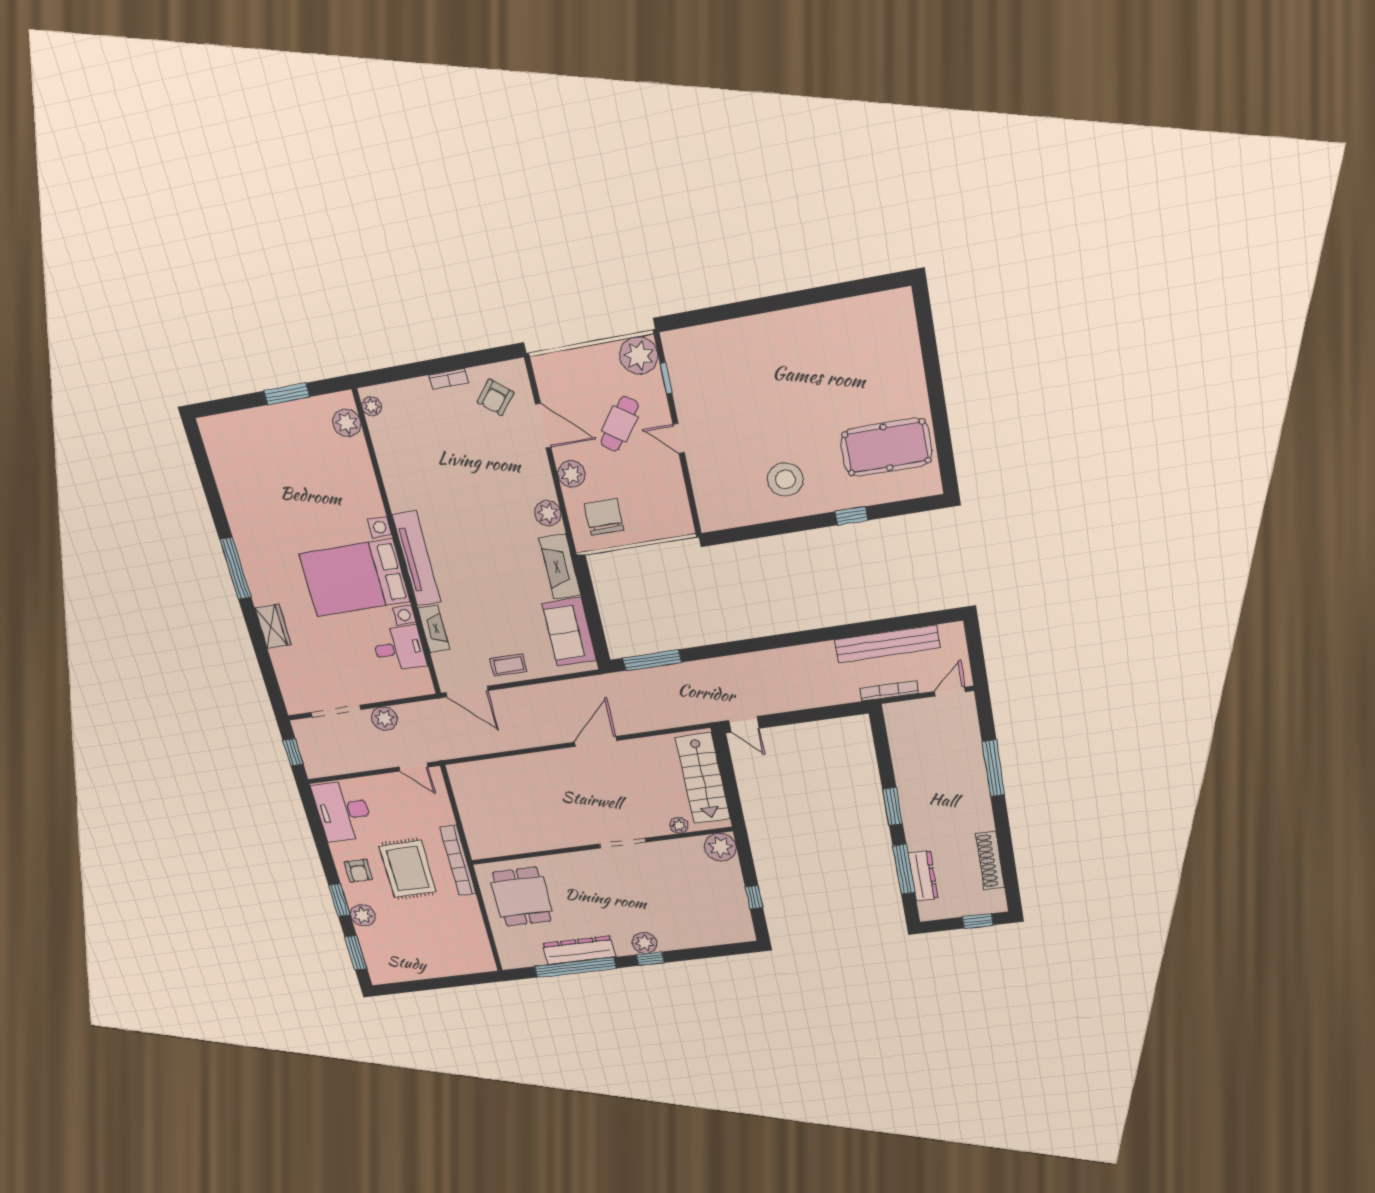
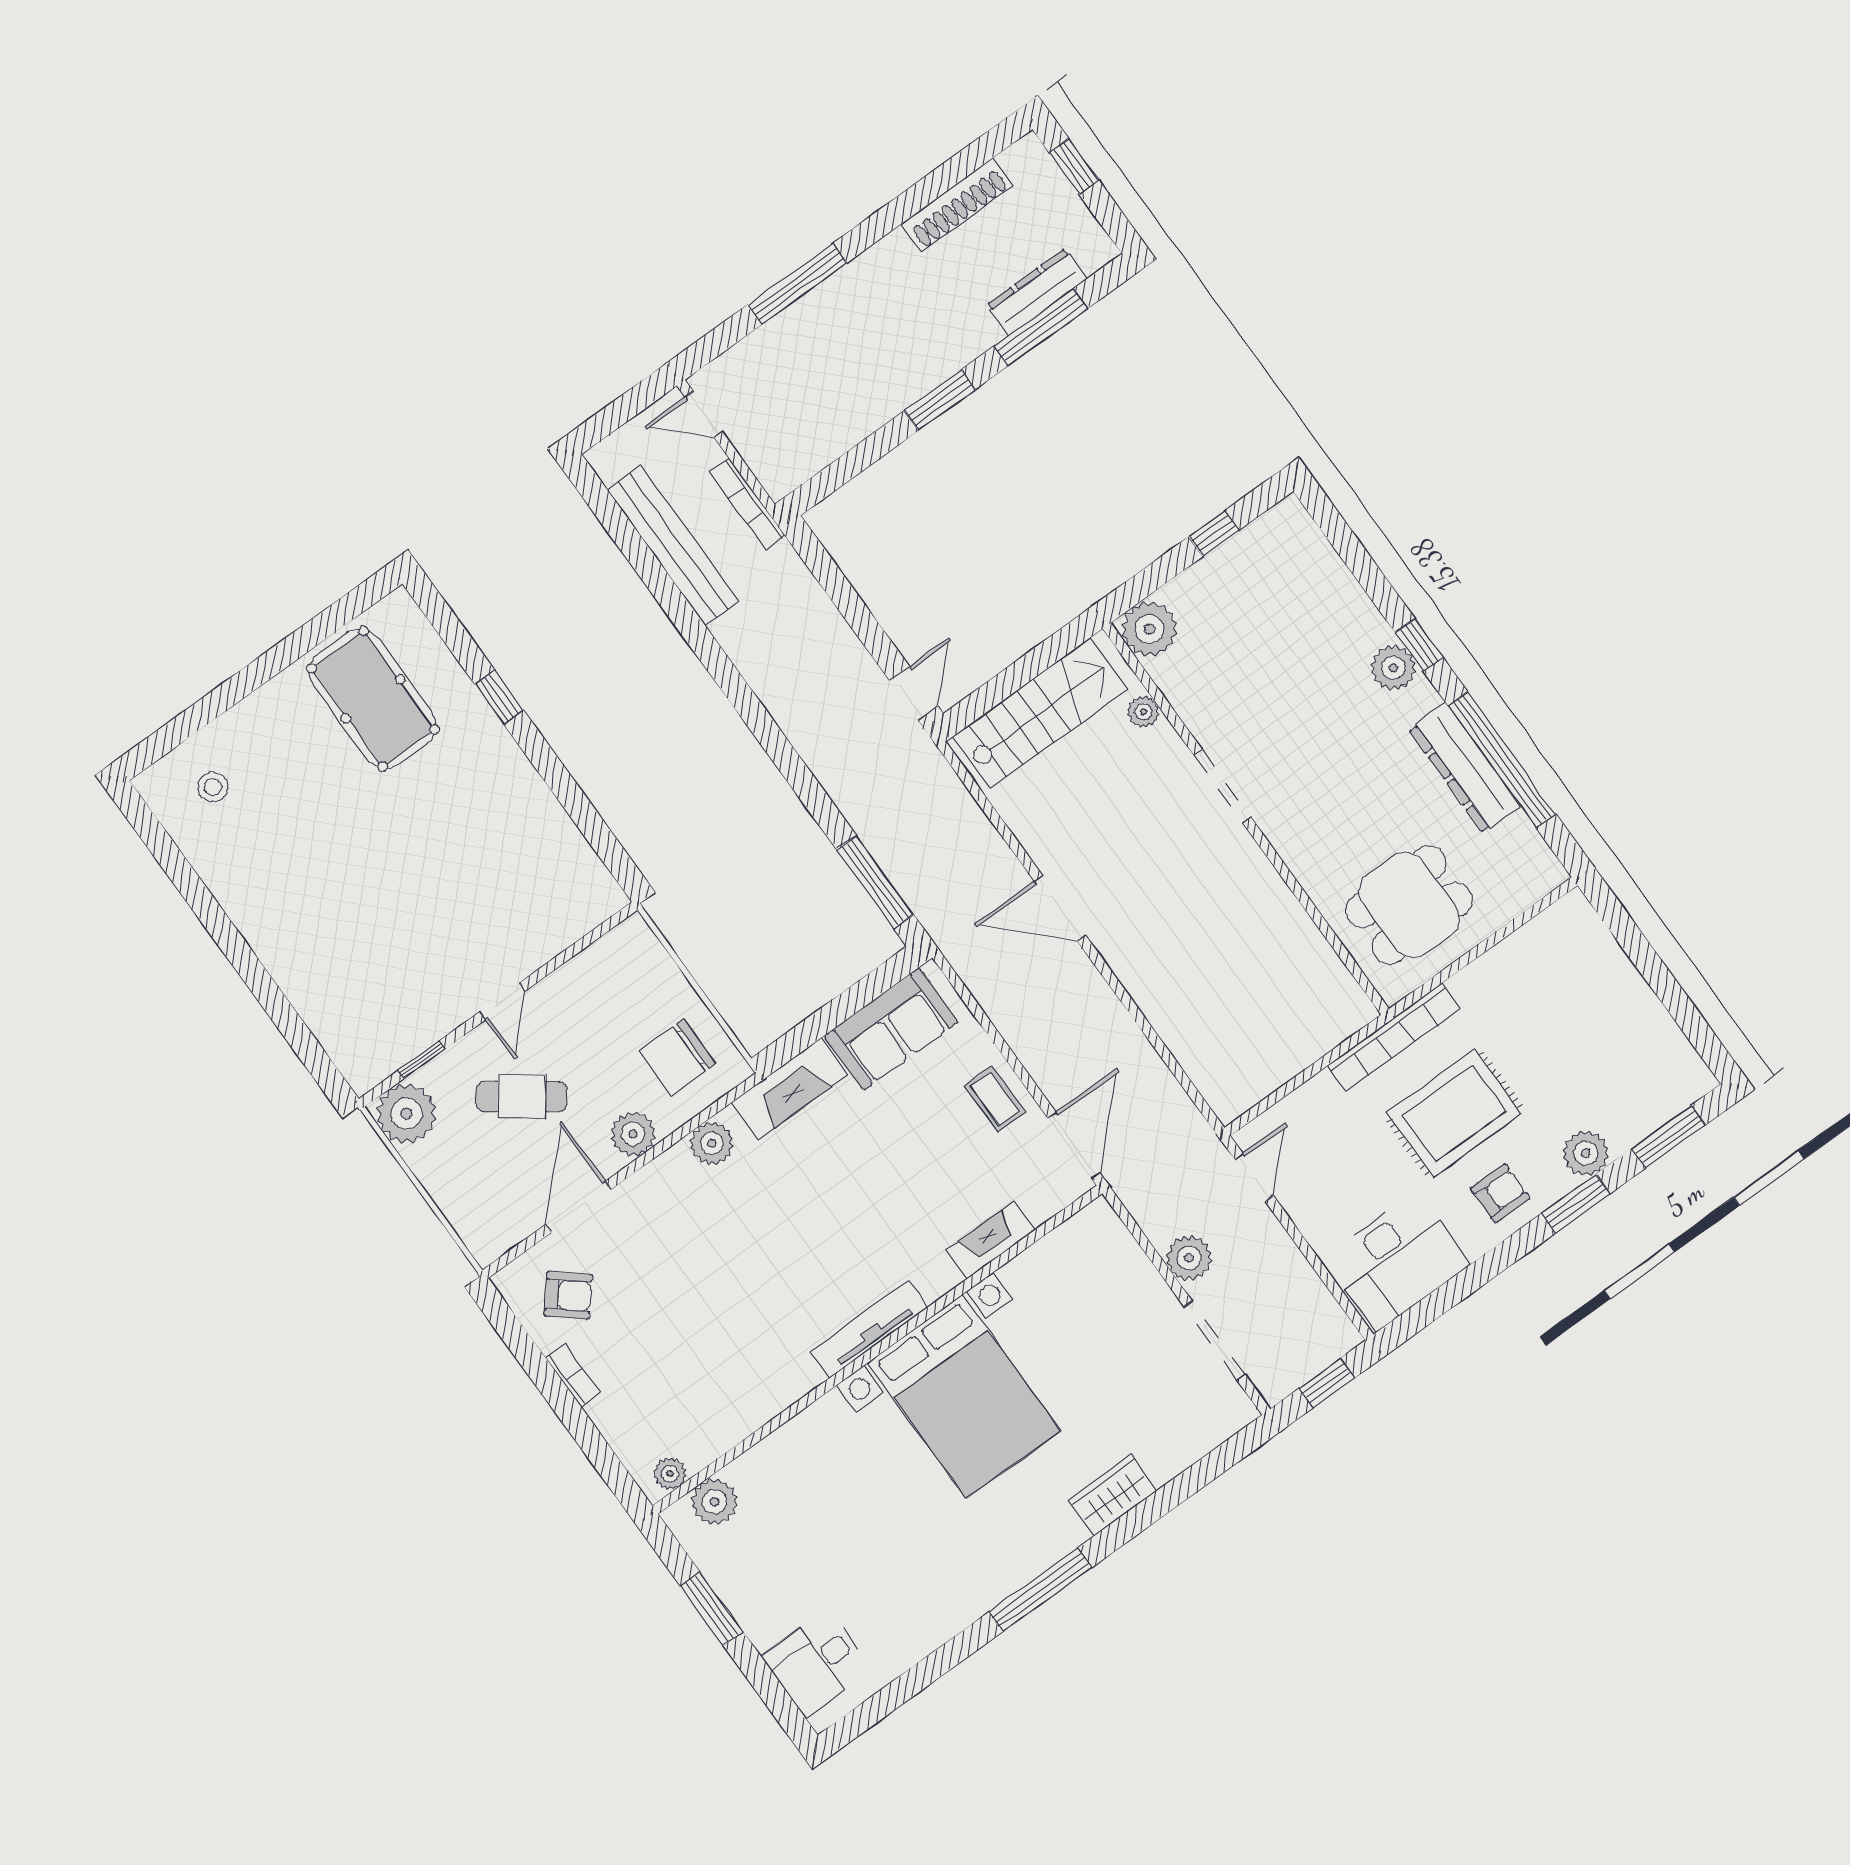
stool: (785, 479) -> (213, 787), moved, width x0.53, depth x0.53
tv unit: (417, 559) -> (869, 1329), width x0.73, depth x0.78
desk: (399, 648) -> (817, 1663), moved, turned -90

